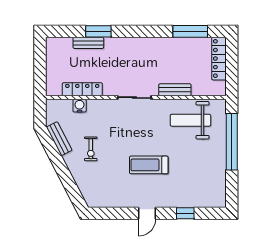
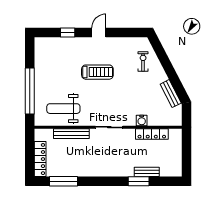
bench: (175, 90) -> (71, 134), width x1.36
water cooler: (80, 106) -> (142, 120), moved
weight bench: (190, 120) -> (63, 109), turned 180
exercise bike: (91, 149) -> (143, 61), moved

